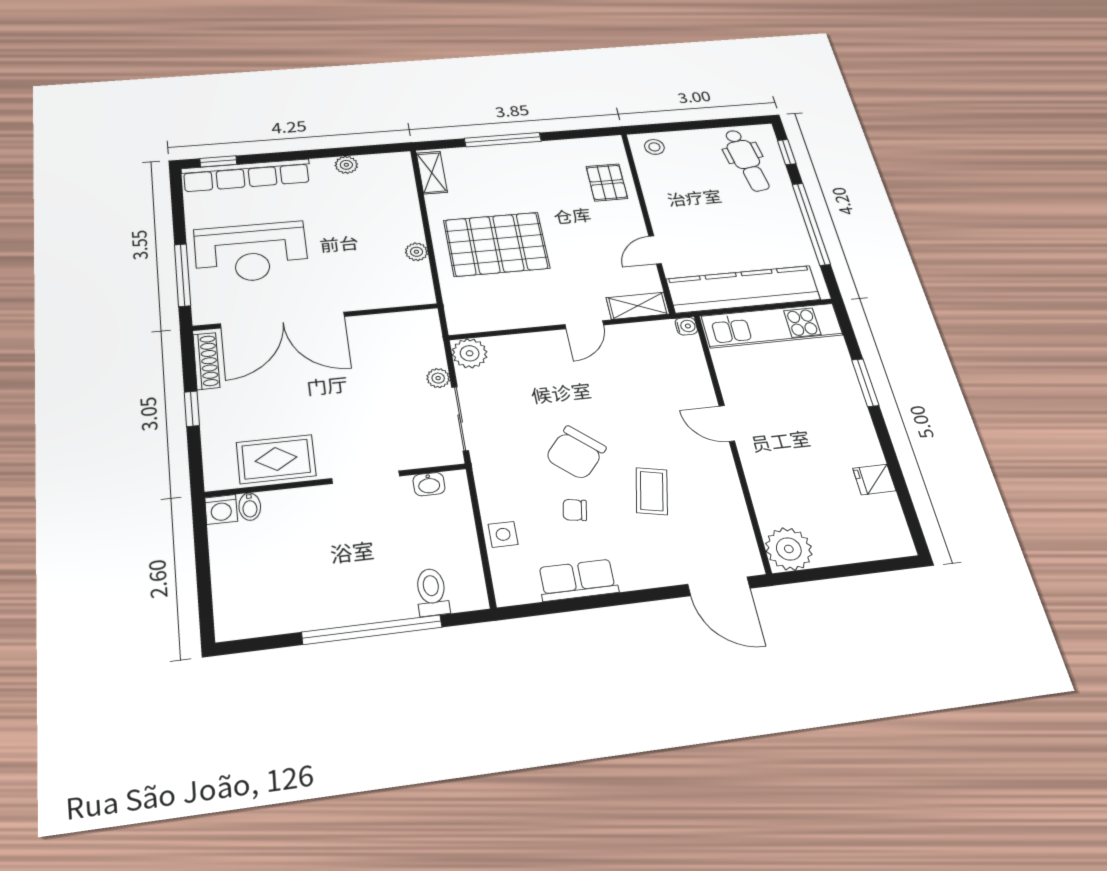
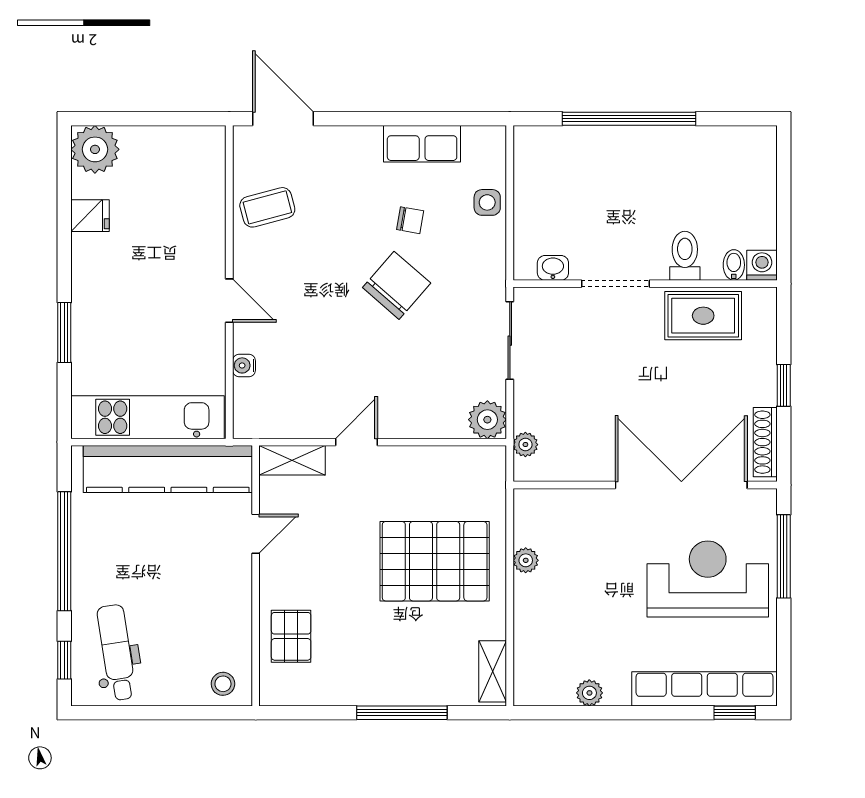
water cooler: (686, 326) -> (244, 365), moved
plant: (438, 378) -> (525, 445), moved
coffee table: (652, 491) -> (267, 207), moved, turned 63
plant: (789, 549) -> (95, 149), moved
toilet: (432, 592) -> (685, 256), moved, turned 180

